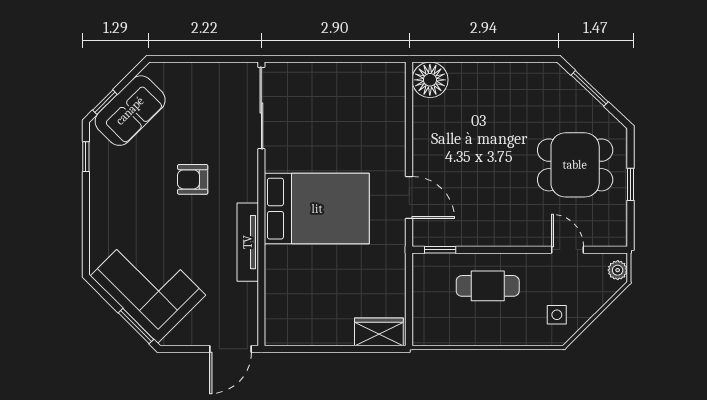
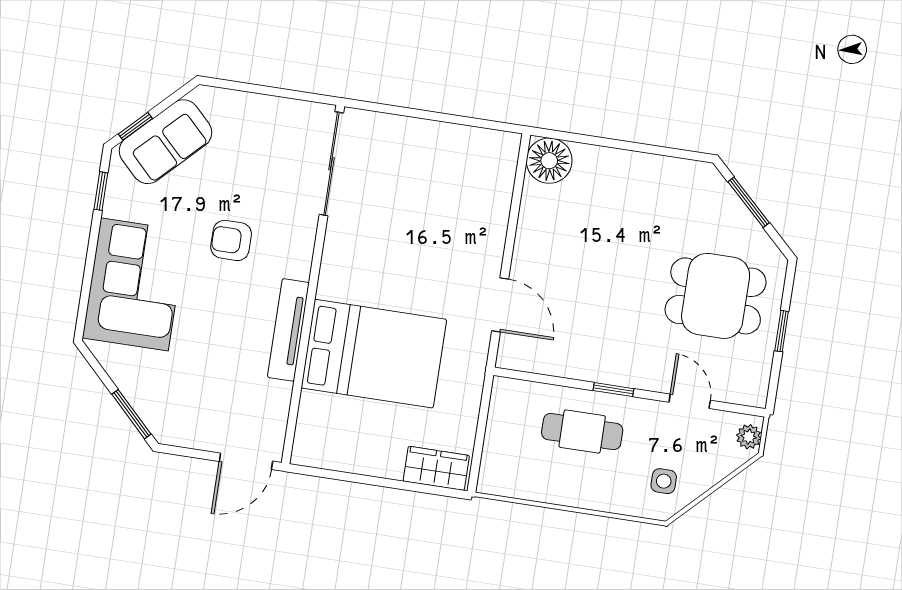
bed: (317, 209) -> (374, 354), moved
window: (440, 250) -> (613, 390), moved
corner sofa: (148, 286) -> (134, 284), moved, turned 45

